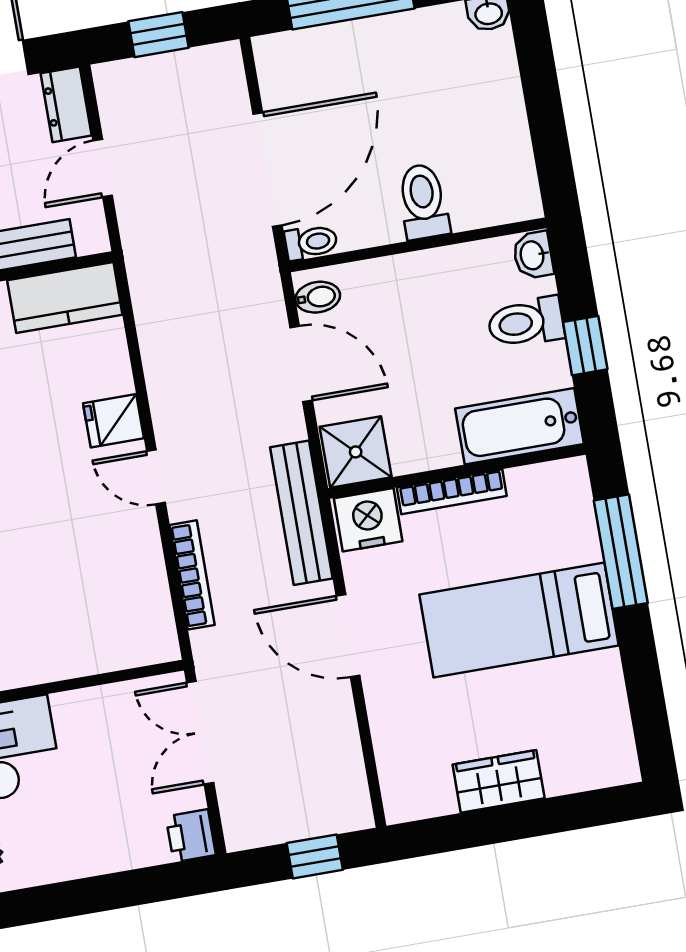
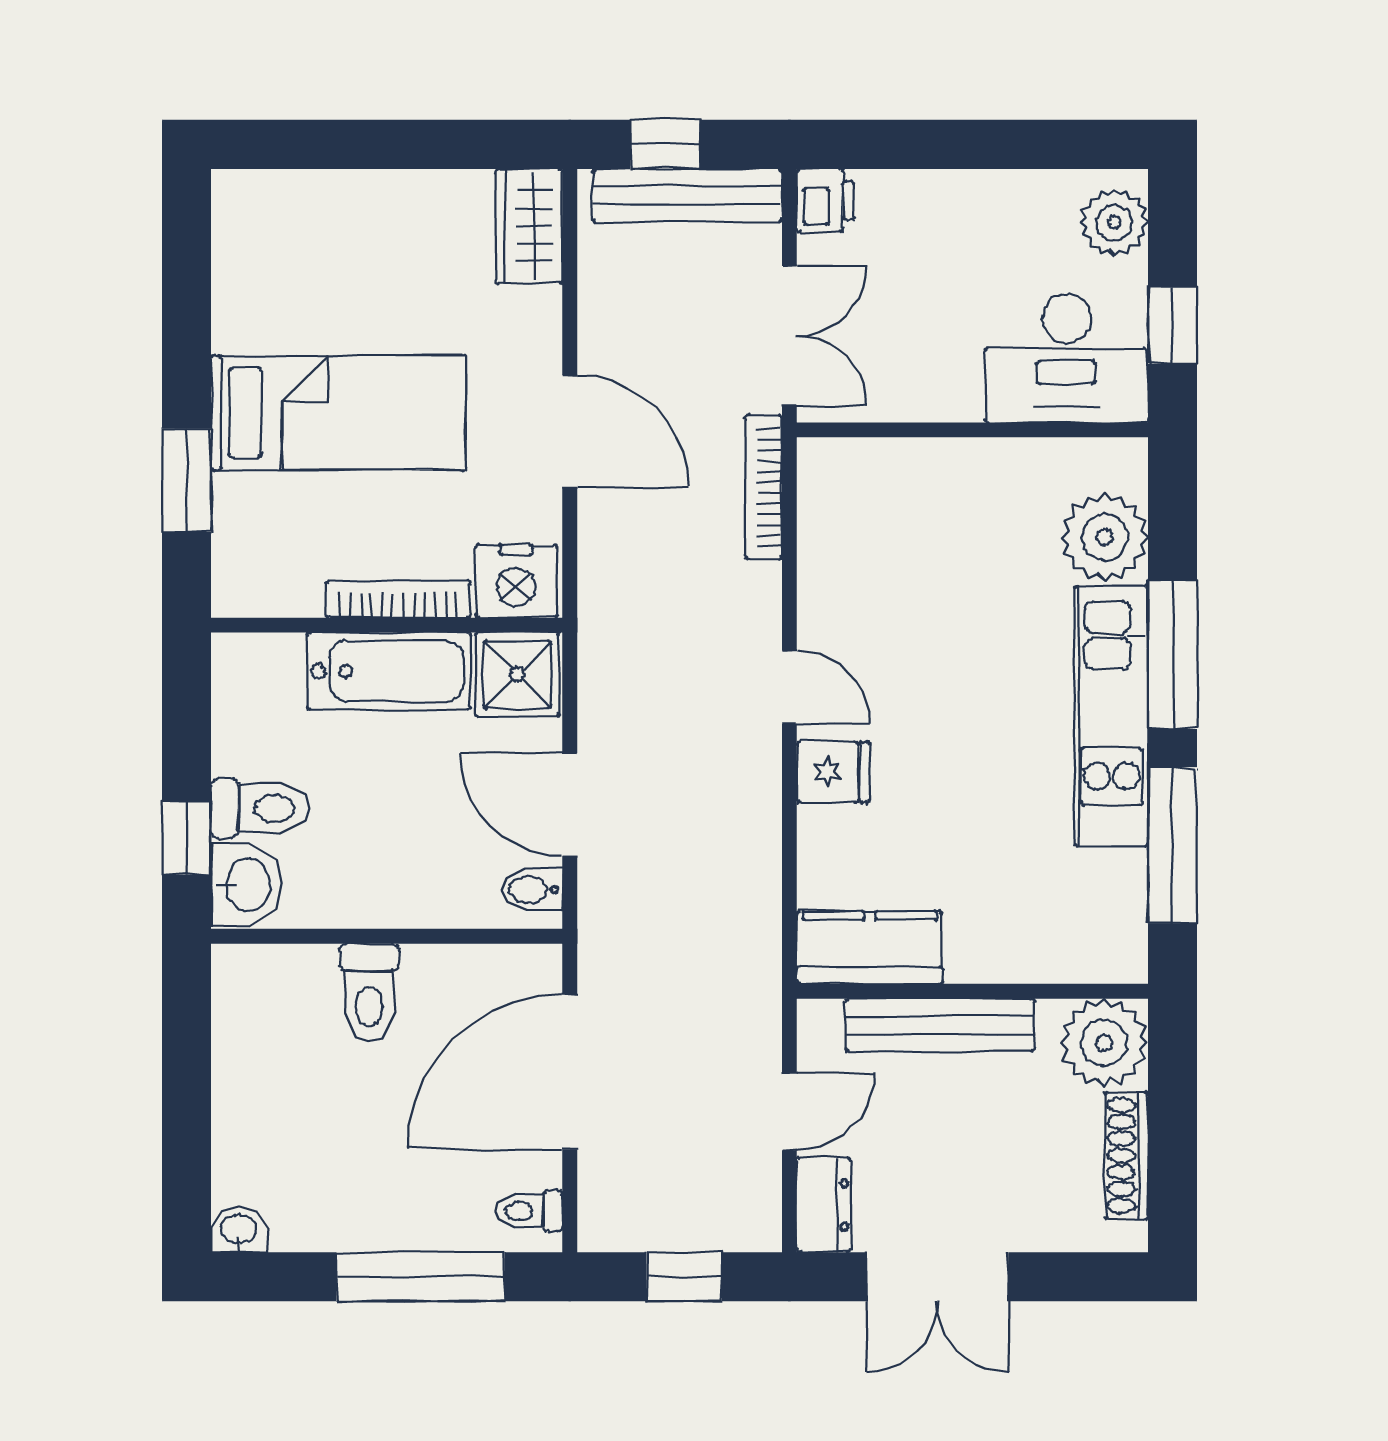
toilet: (311, 242) -> (528, 1211), moved
washbasin: (533, 255) -> (246, 885), width x1.38, depth x1.45
window: (585, 346) -> (187, 838), moved
bathtub: (519, 426) -> (389, 671), moved
bench: (301, 513) -> (687, 195), moved, turned 90
window: (621, 552) -> (187, 480), width x0.69
bookcase: (192, 575) -> (764, 487), moved
wardrobe: (499, 781) -> (529, 226), moved, turned 90

